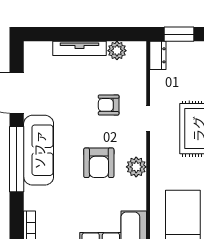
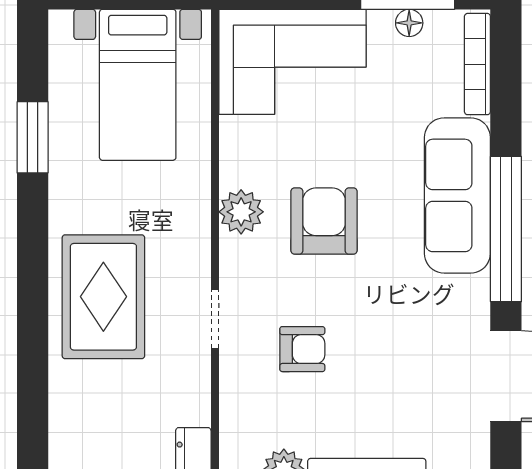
sofa: (39, 150) -> (457, 195), moved

